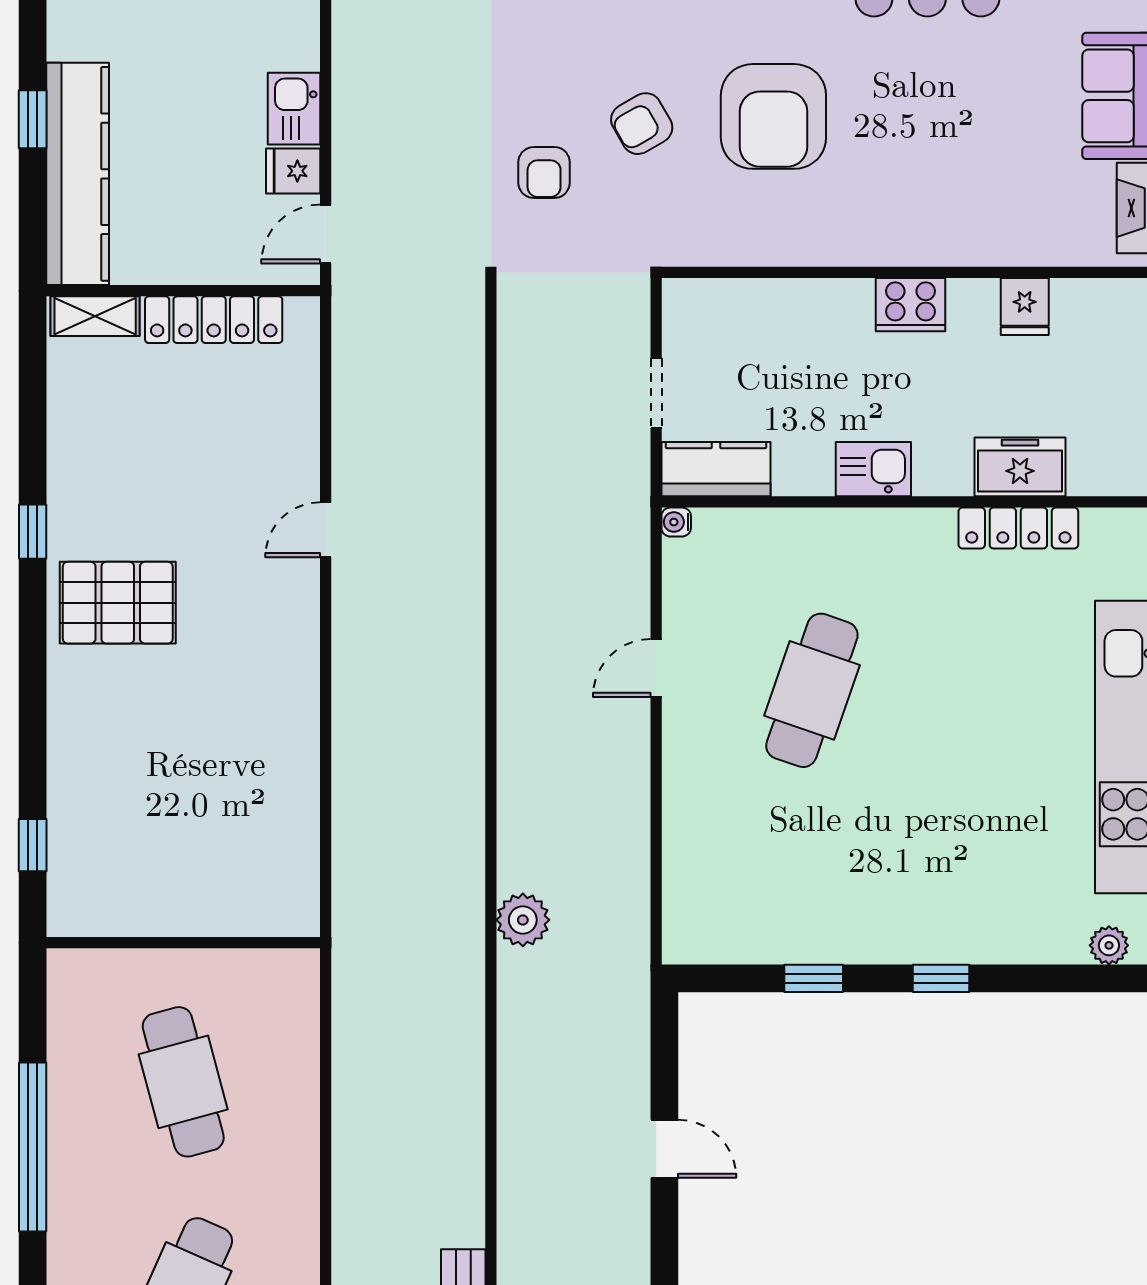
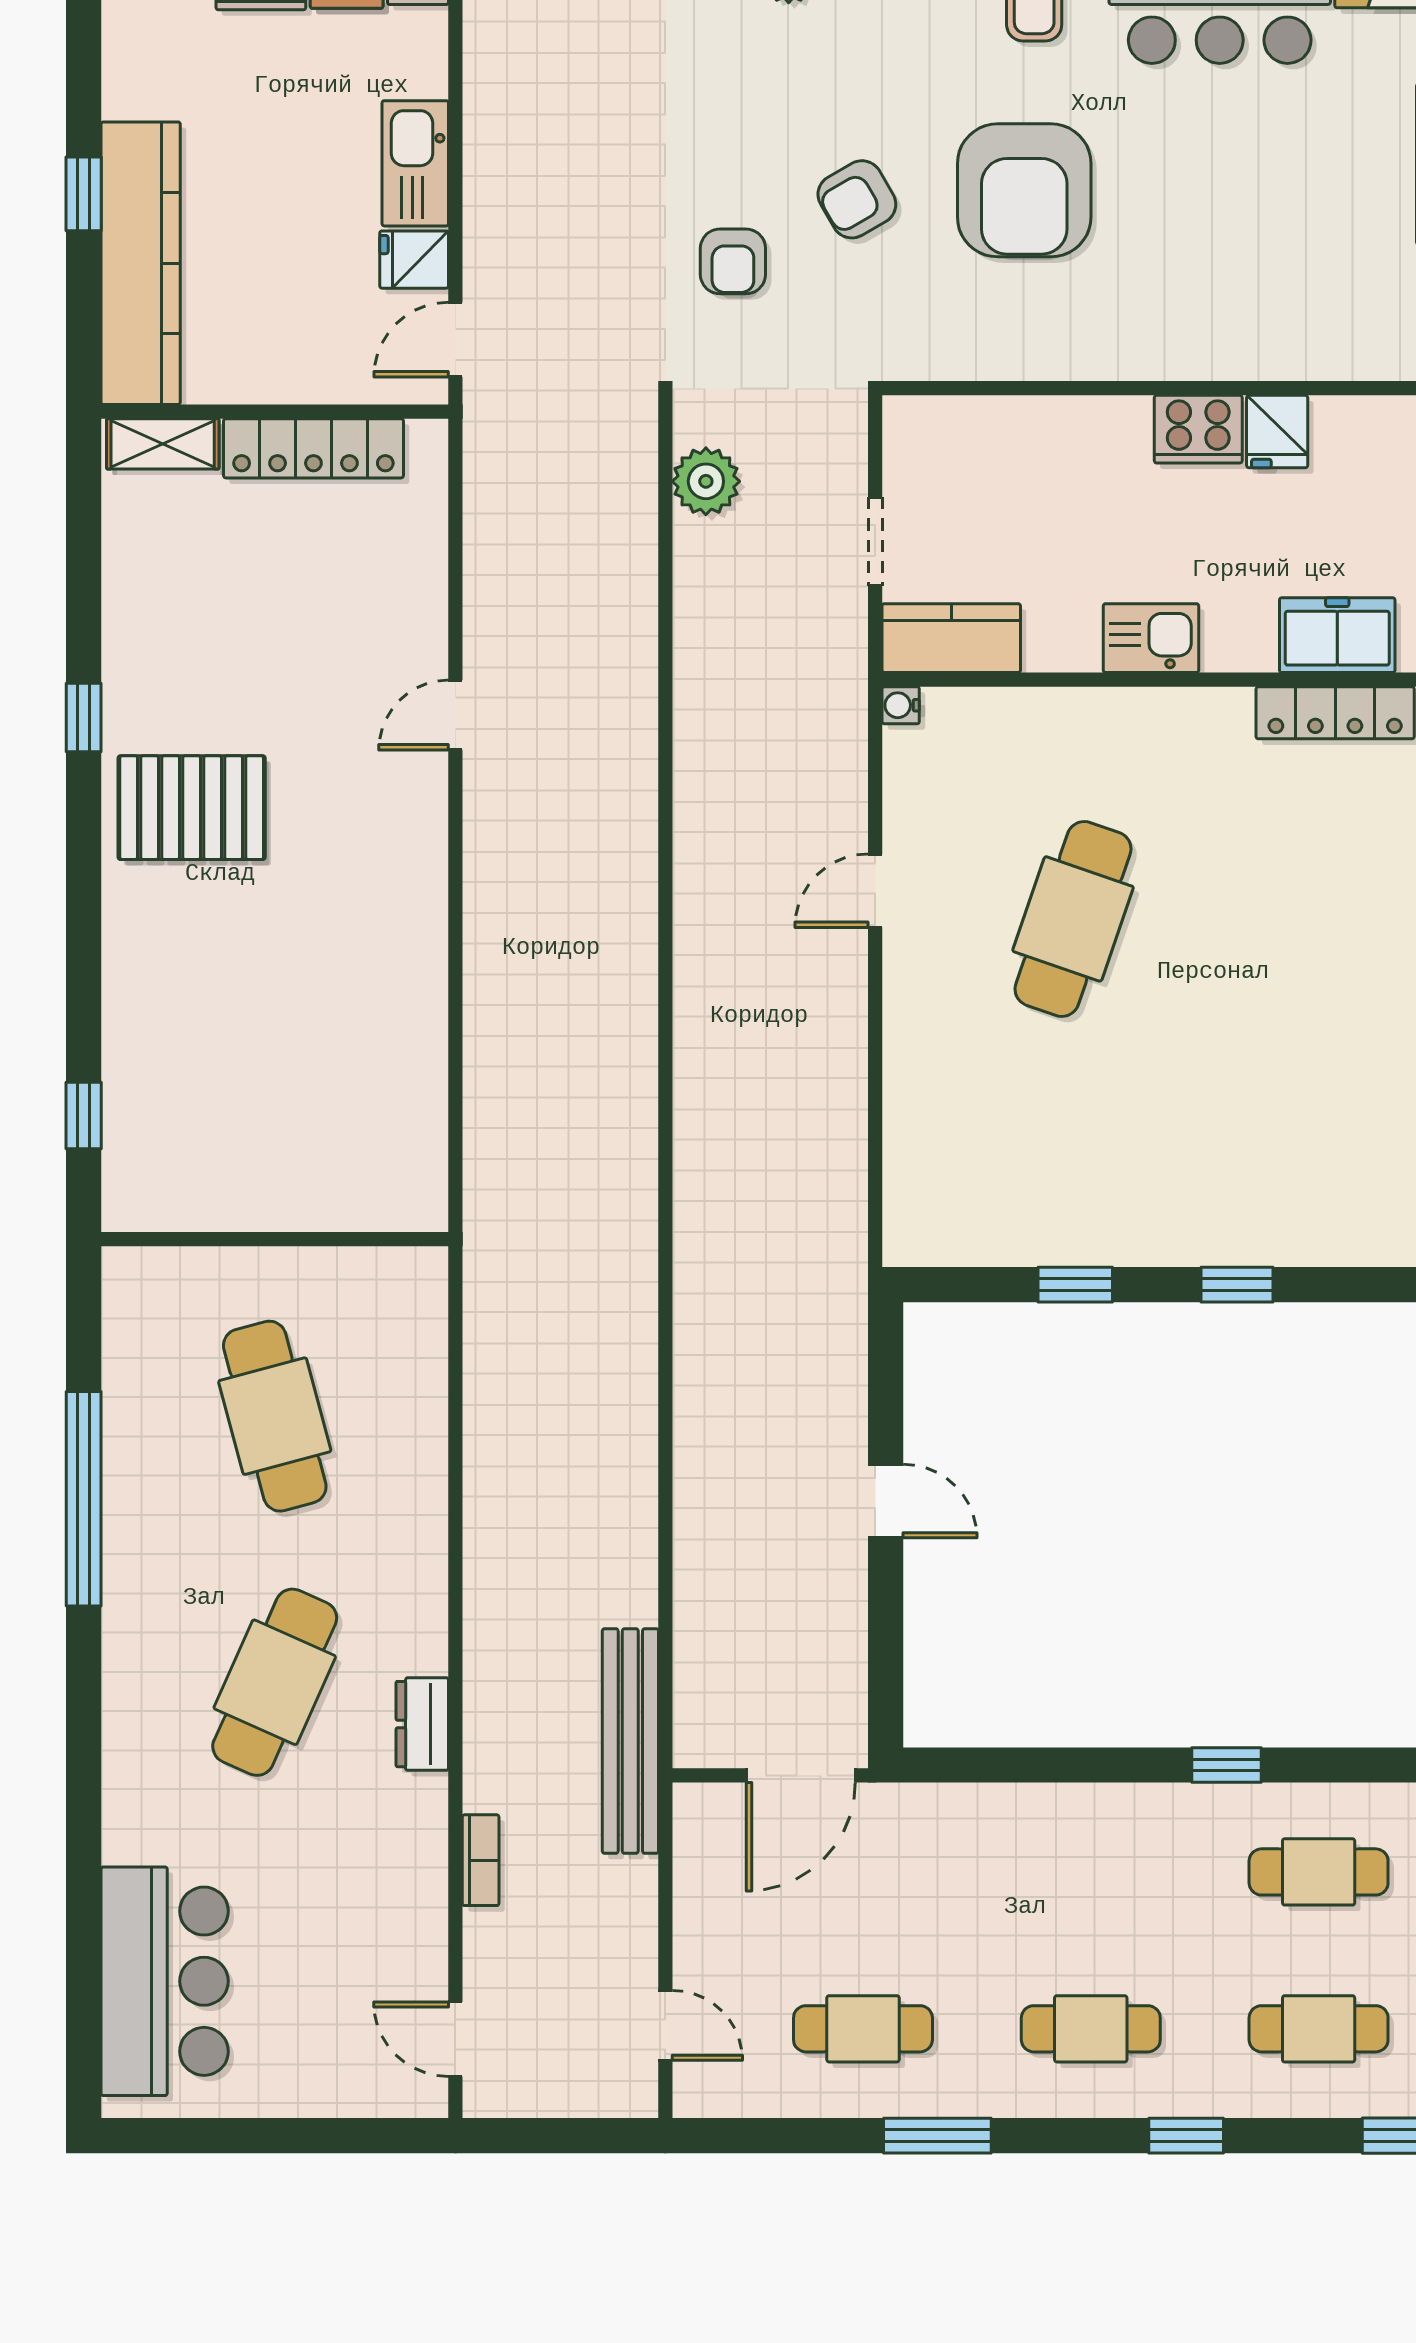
kitchen sink: (294, 109) -> (415, 163), width x1.38
fridge: (1025, 306) -> (1277, 432), moved
plant: (523, 920) -> (706, 481), moved

